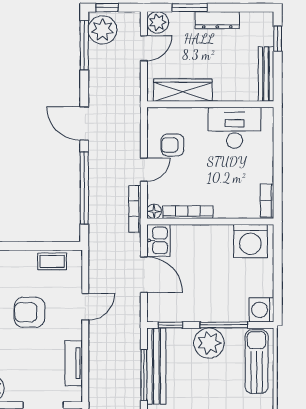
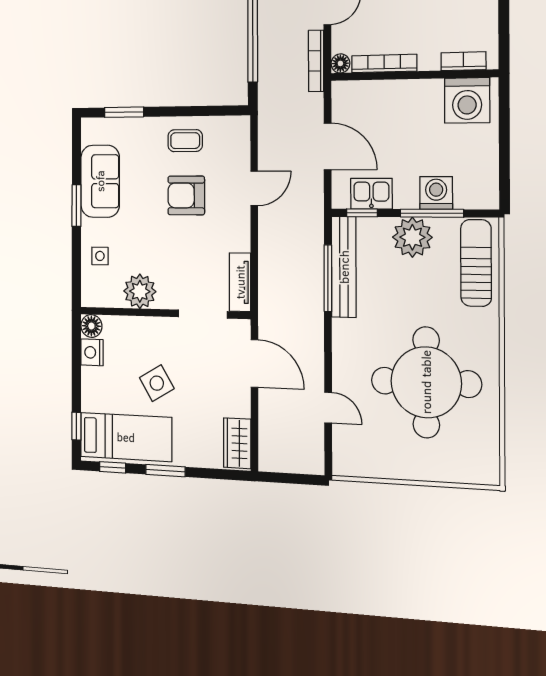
bookcase: (267, 201) -> (463, 61), moved, turned 90
kitchen sink: (158, 240) -> (371, 194), moved, turned -90
coffee table: (52, 261) -> (185, 141), moved
washing machine: (262, 310) -> (436, 193), moved, turned 90
tv unit: (74, 363) -> (240, 282), moved

